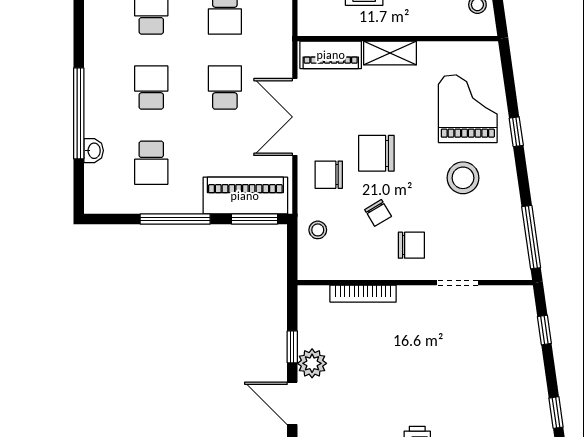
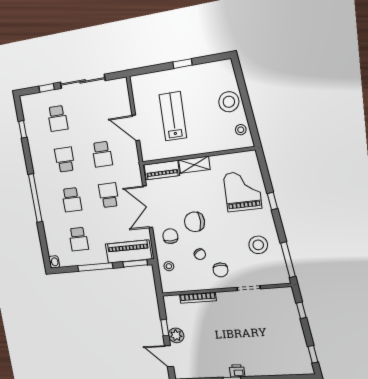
school desk: (151, 88) -> (72, 200), turned 180
window: (79, 113) -> (35, 198), moved
washbasin: (94, 151) -> (54, 262), moved
chair: (329, 175) -> (170, 236), turned 90
stool: (463, 178) -> (258, 245), moved
chair: (411, 245) -> (220, 270), turned 90

